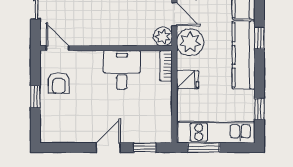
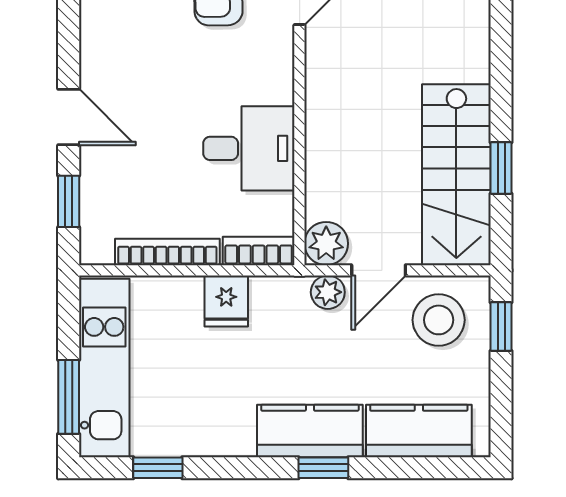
plant: (190, 42) -> (328, 292), width x0.53, depth x0.53
kitchen counter: (244, 55) -> (310, 431), width x0.67
bookcase: (166, 105) -> (167, 252), added
window: (204, 148) -> (69, 397), moved

